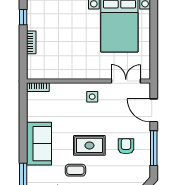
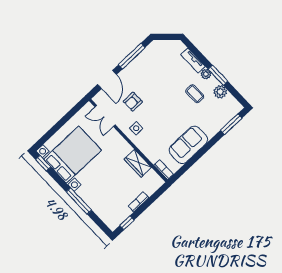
wardrobe: (63, 71) -> (138, 163), added
sofa: (39, 144) -> (188, 145), moved
rug: (89, 145) -> (170, 100), removed
armchair: (126, 146) -> (133, 102), moved

